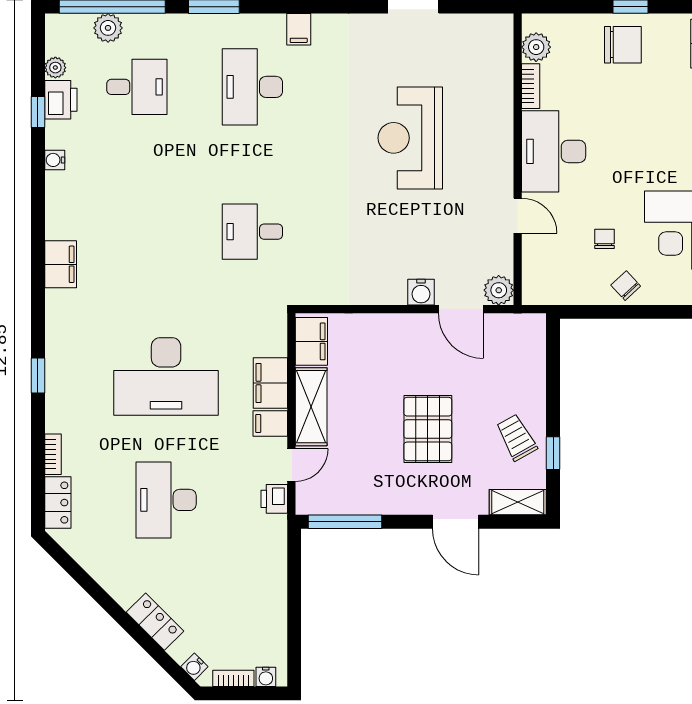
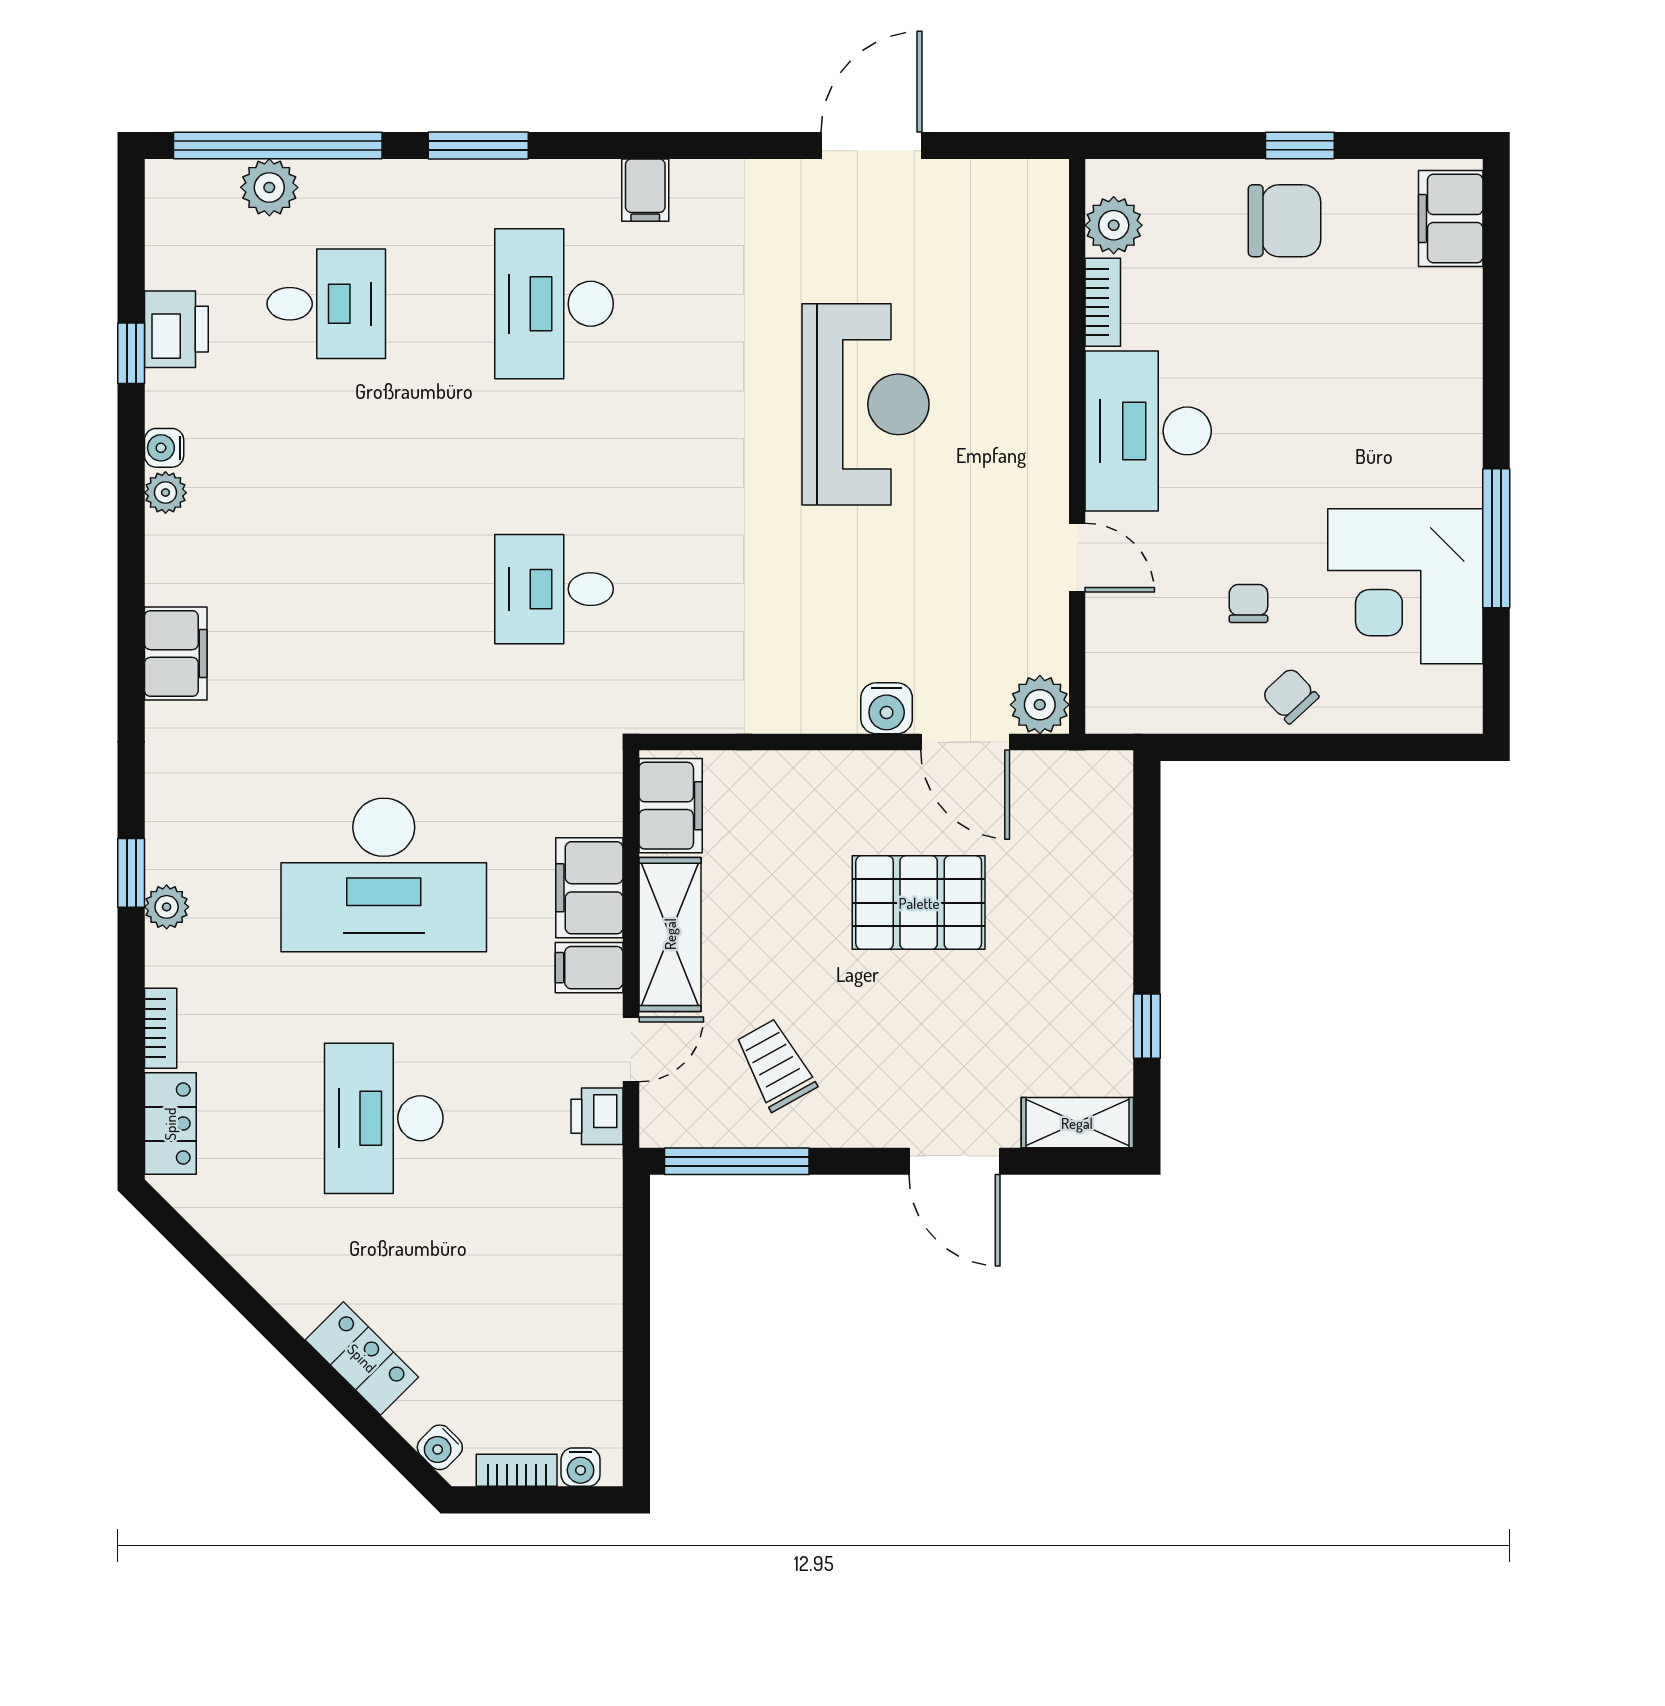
plant: (55, 68) -> (165, 493), moved
reception desk: (410, 138) -> (865, 404), turned 180
plant: (56, 393) -> (167, 907), added
pallet: (428, 429) -> (919, 903), moved, turned 90
trolley: (516, 437) -> (775, 1065), moved

